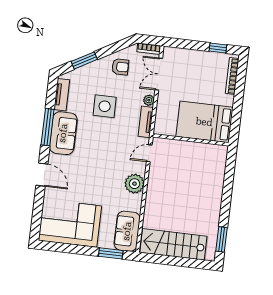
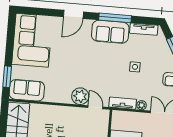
side table: (105, 106) -> (135, 67), width x0.54, depth x0.54
plant: (134, 184) -> (80, 96), moved

